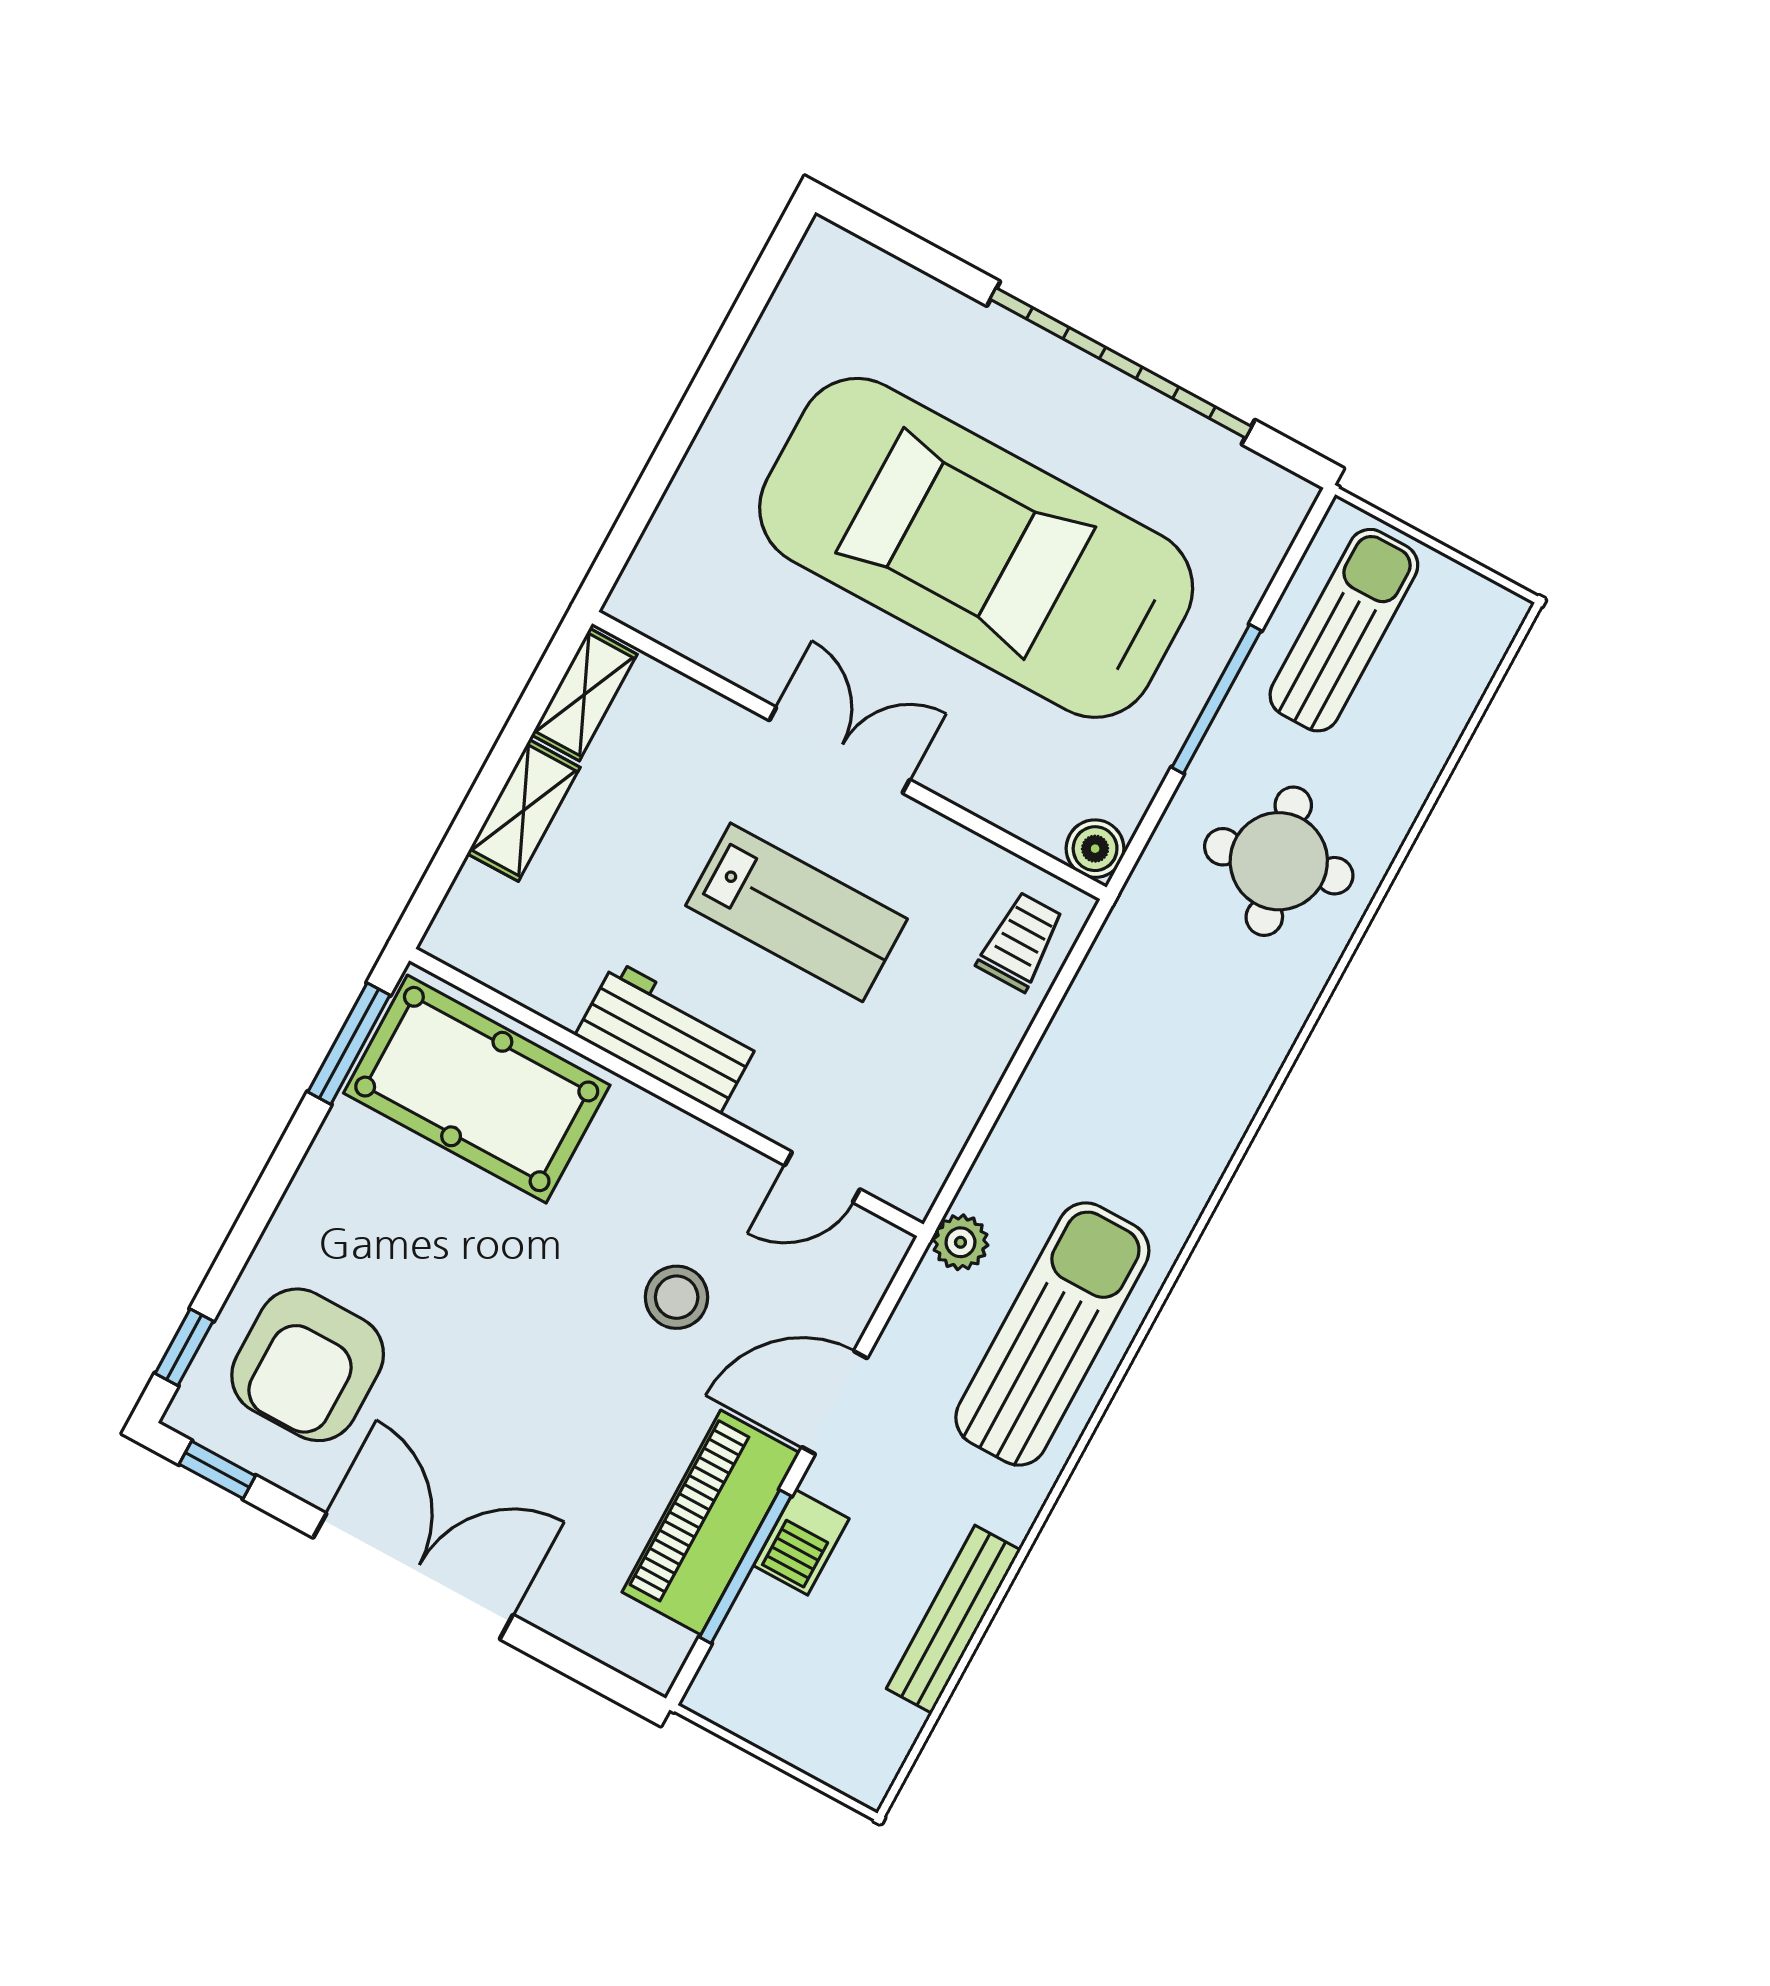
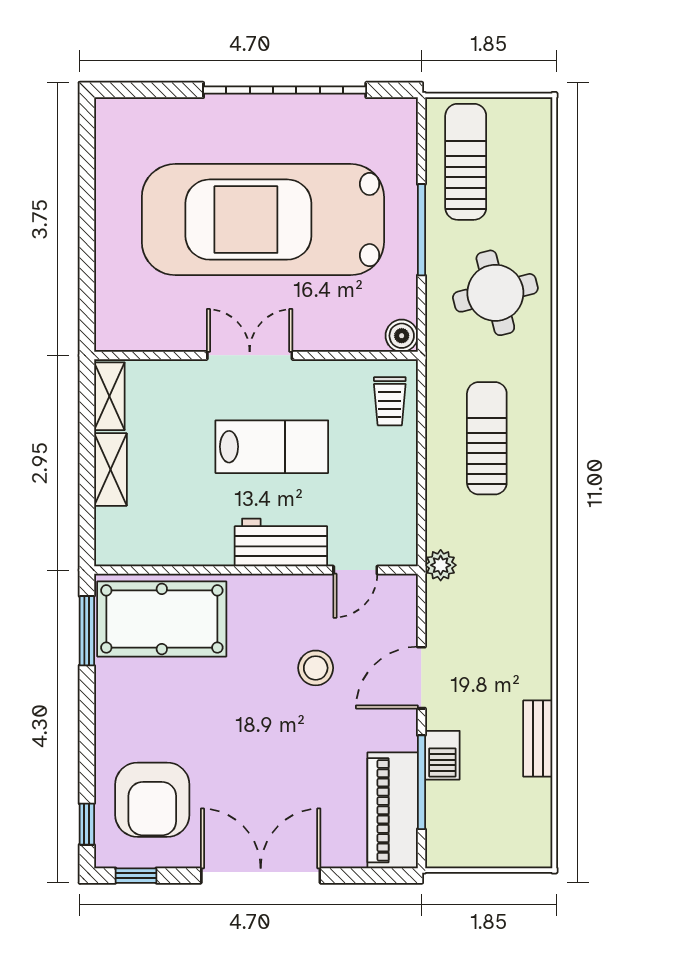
trolley: (1020, 942) -> (390, 401), turned 180
workbench: (668, 1037) -> (281, 542), moved
sun lounger: (1052, 1334) -> (487, 438), moved, width x0.73, depth x0.75
piano: (711, 1522) -> (393, 810), moved
bench: (953, 1619) -> (538, 739), width x0.73

